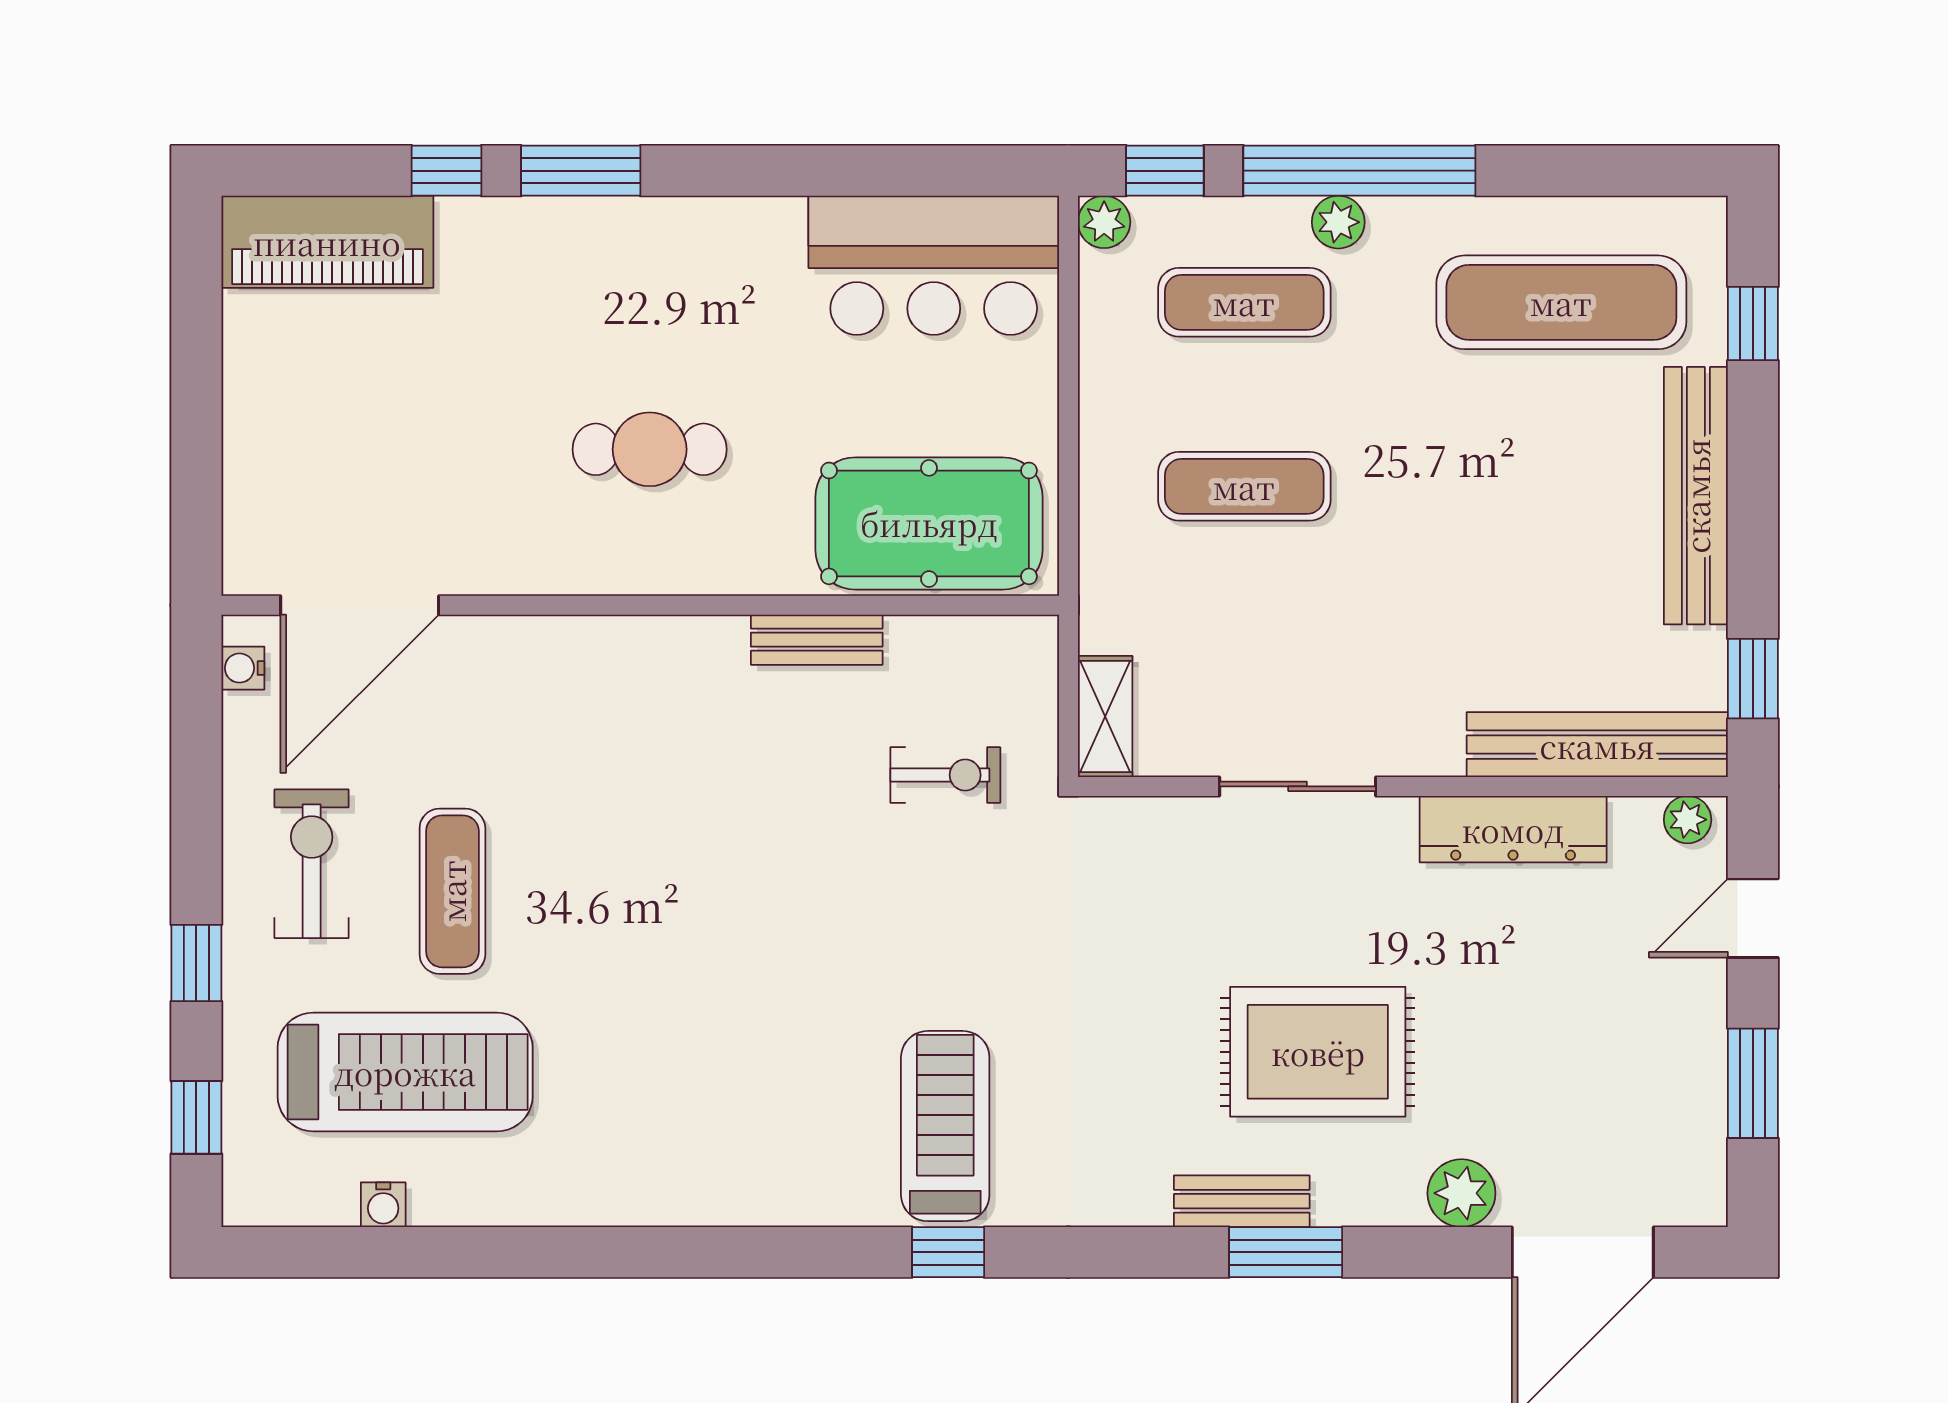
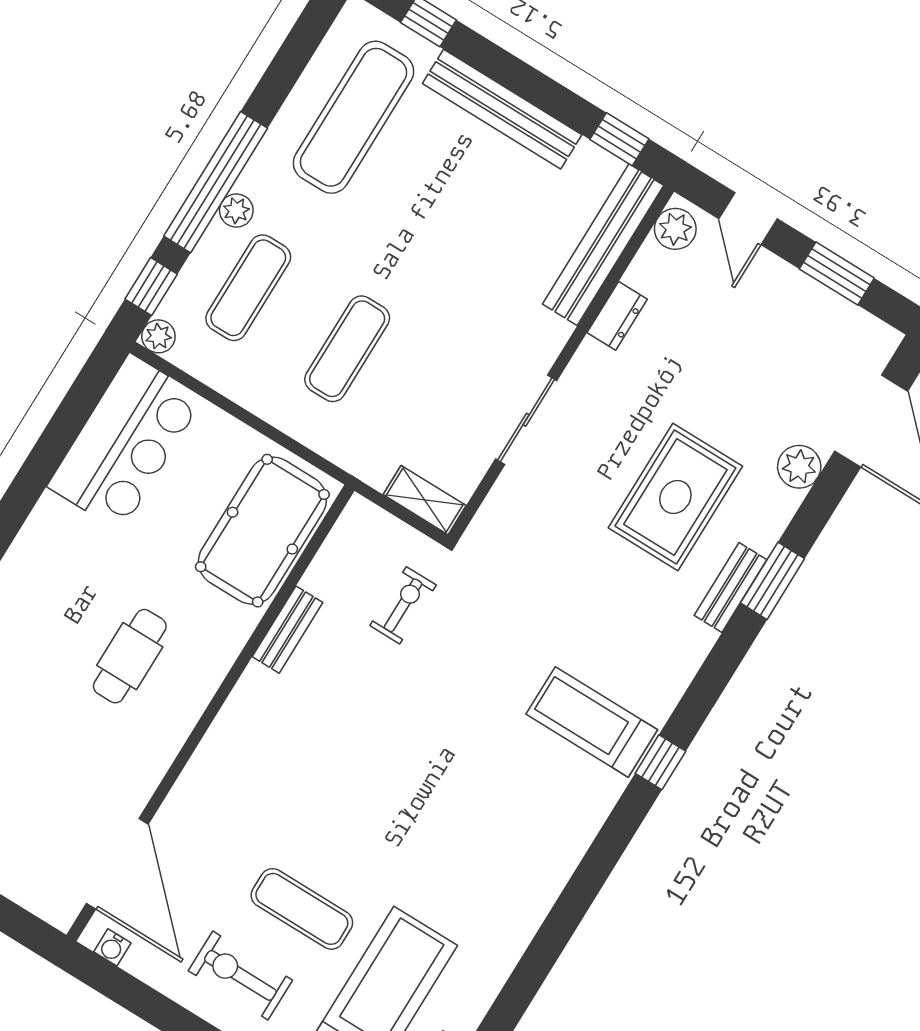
plant: (1688, 820) -> (675, 229), width x1.38, depth x1.38
dresser: (1513, 829) -> (617, 316), width x0.51, depth x0.80

